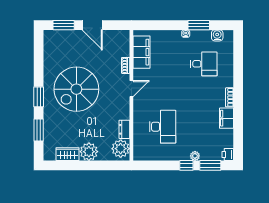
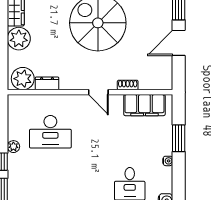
window: (199, 25) -> (179, 138), moved
plant: (195, 156) -> (13, 147), moved

